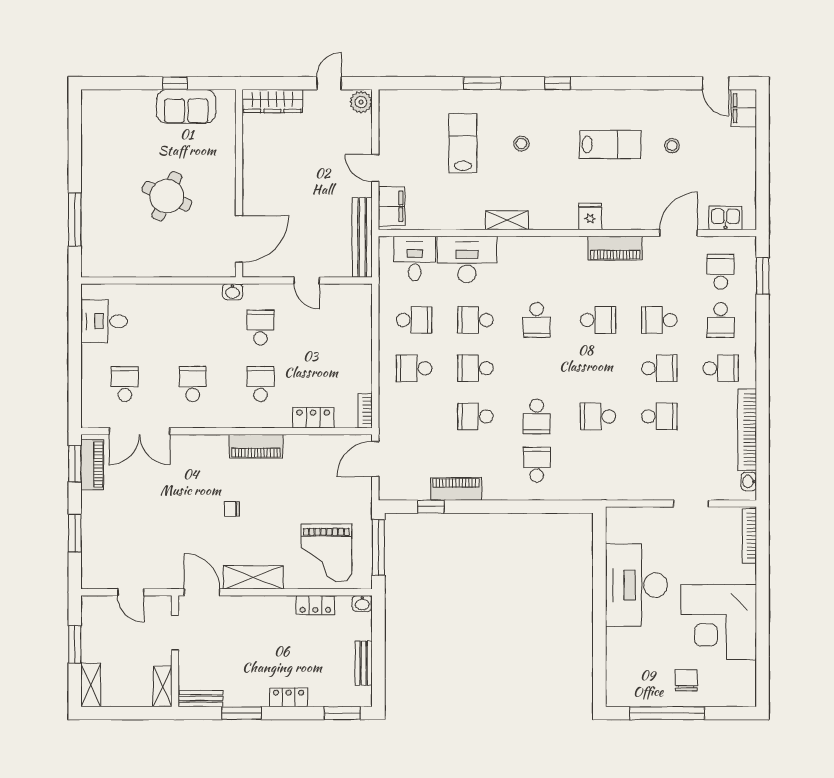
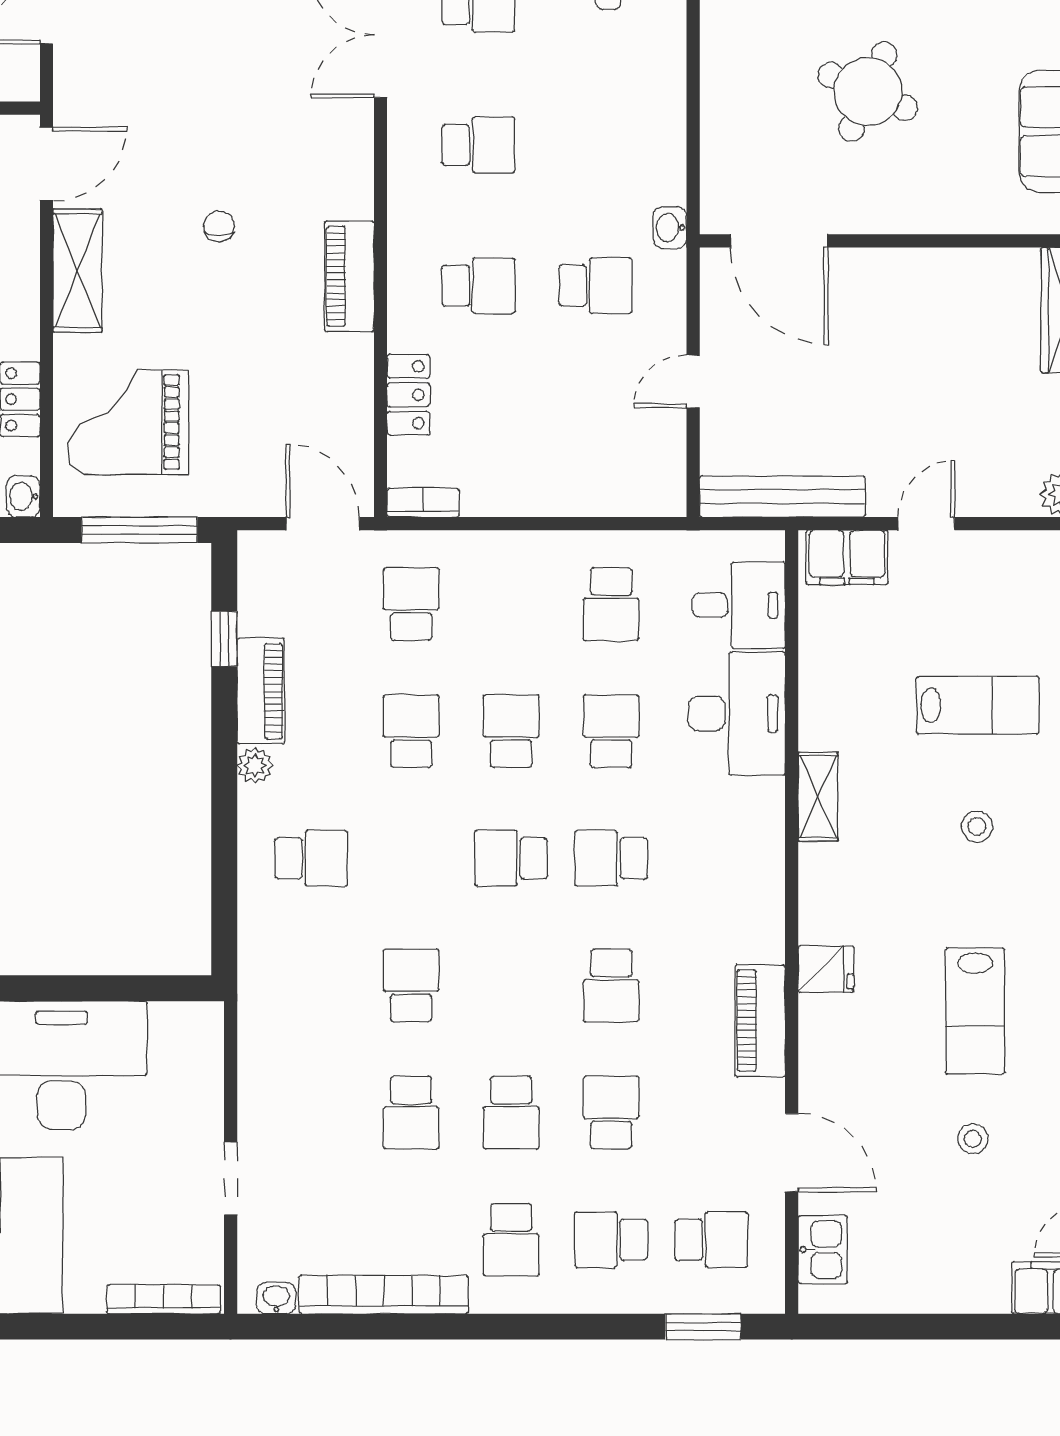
school desk: (414, 368) -> (411, 604), moved
school desk: (537, 416) -> (511, 858), moved
plant: (492, 492) -> (255, 765), added

